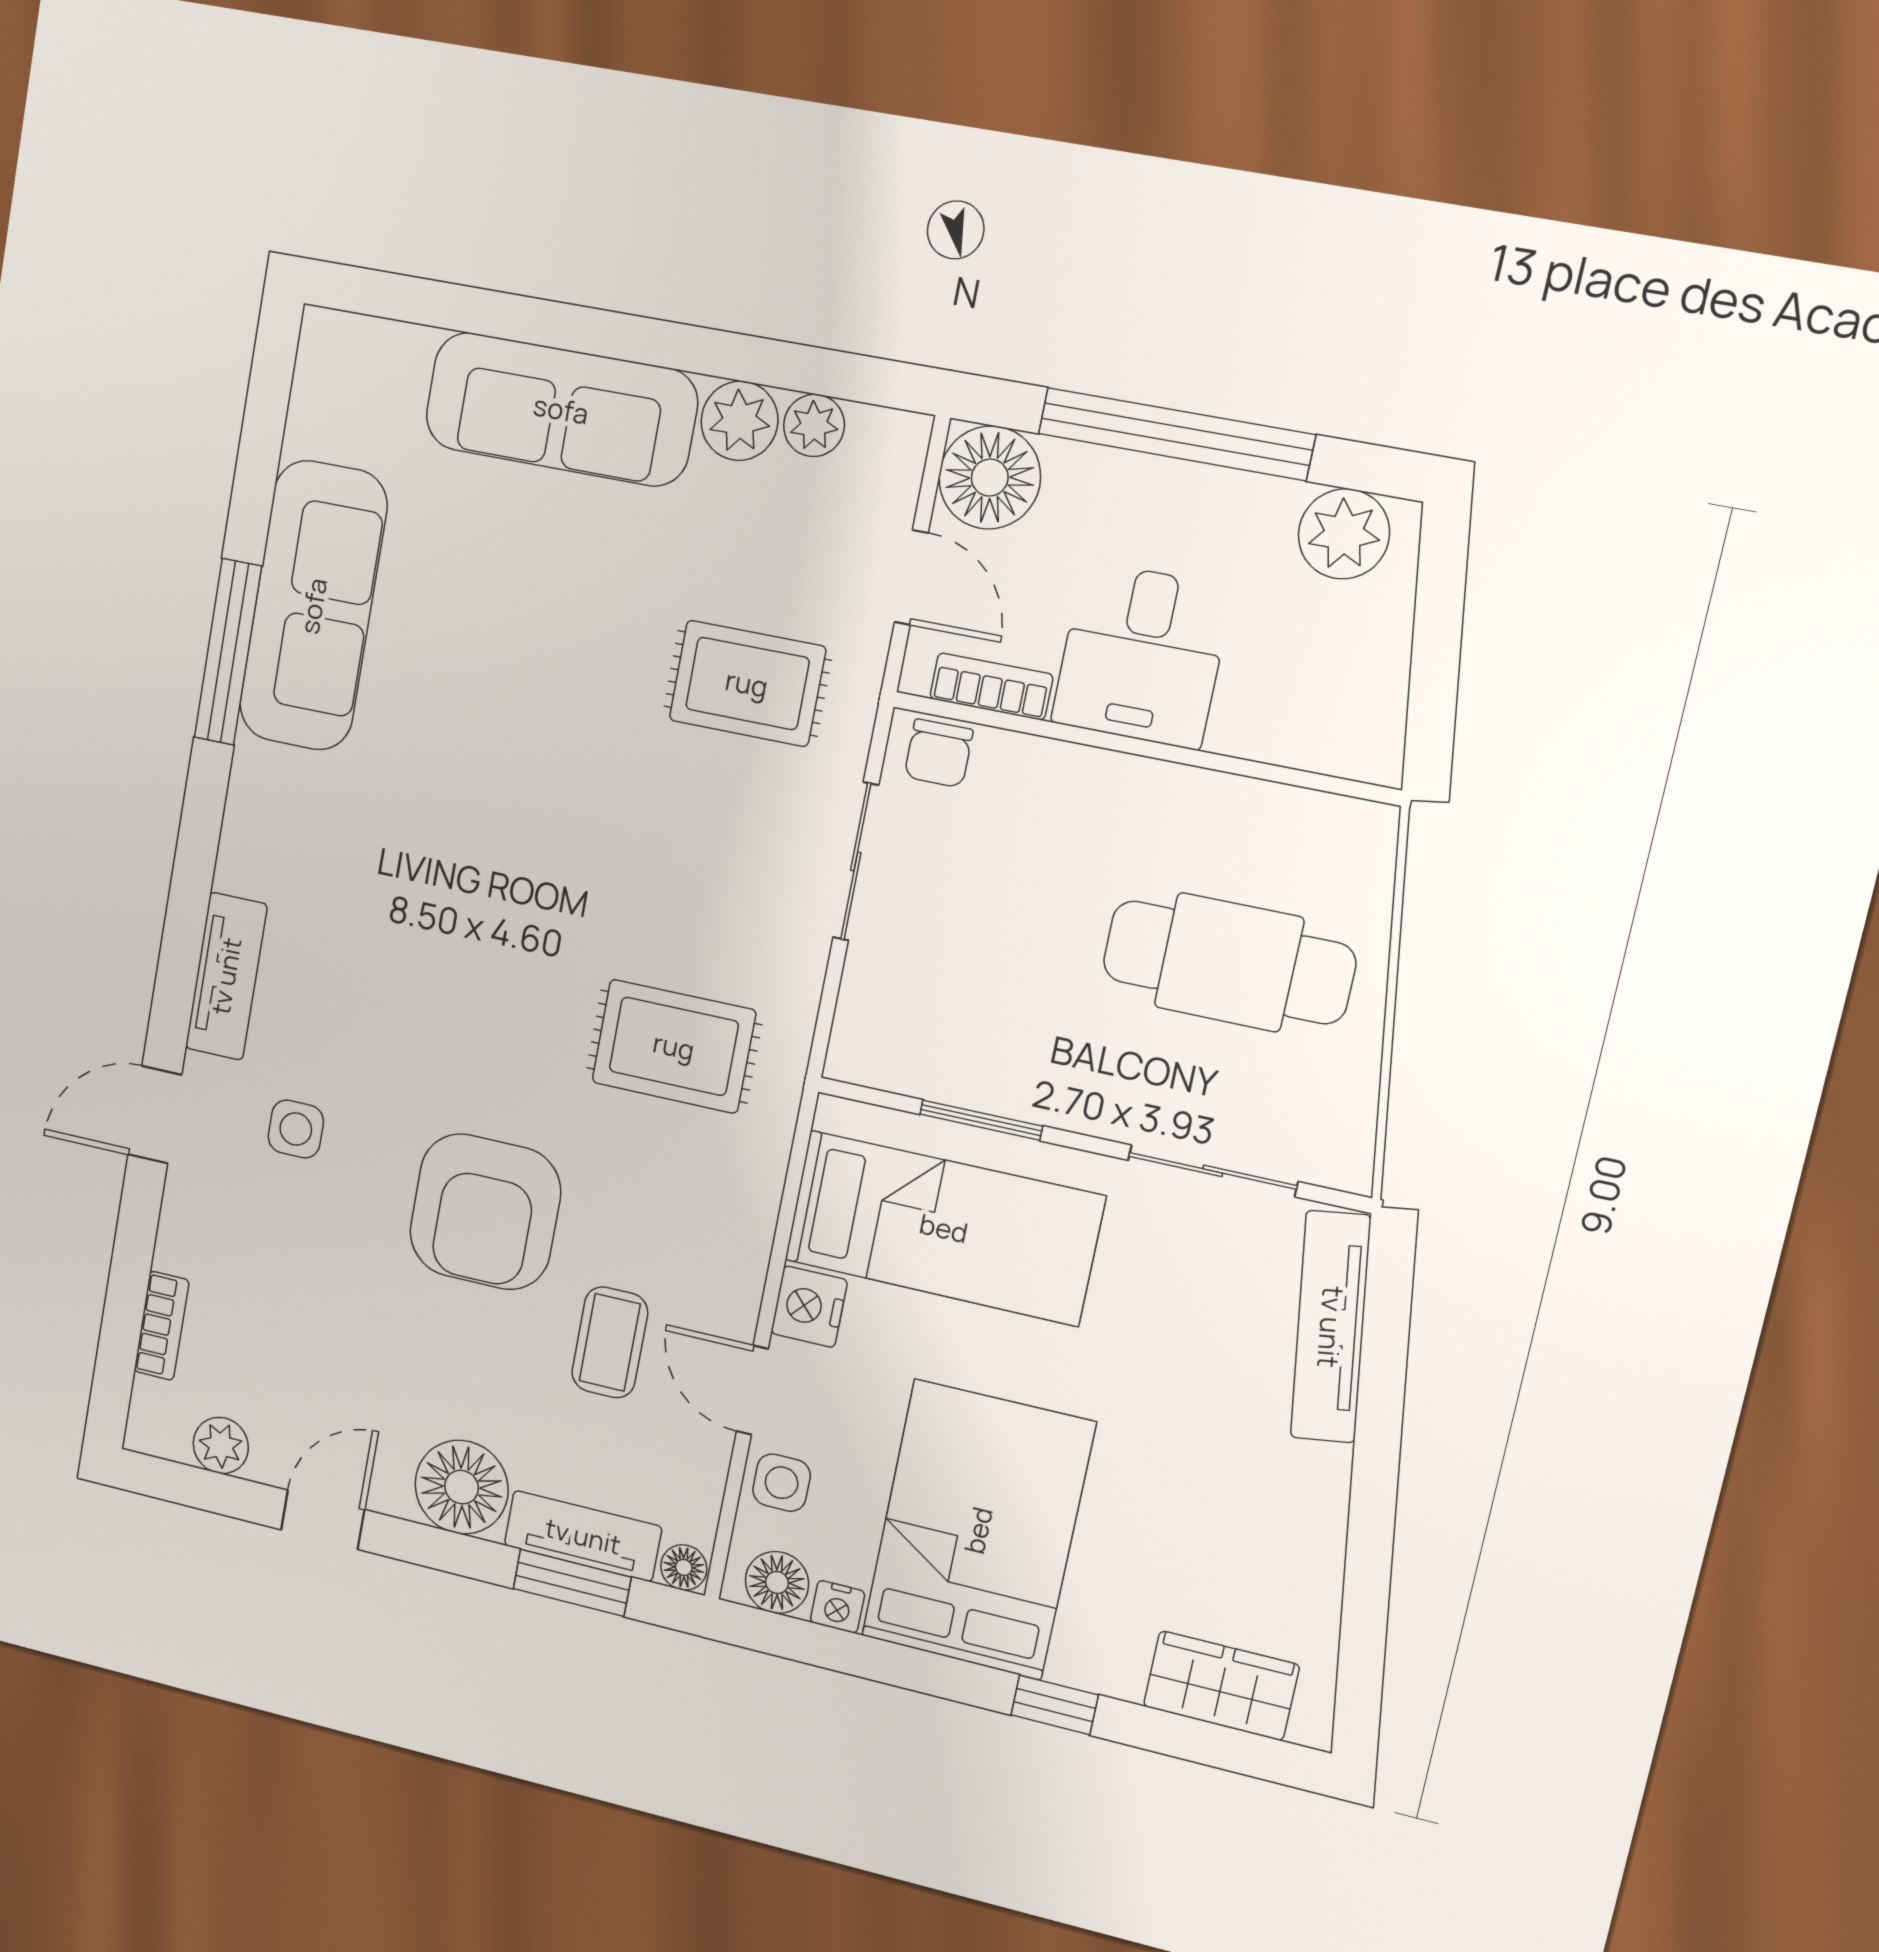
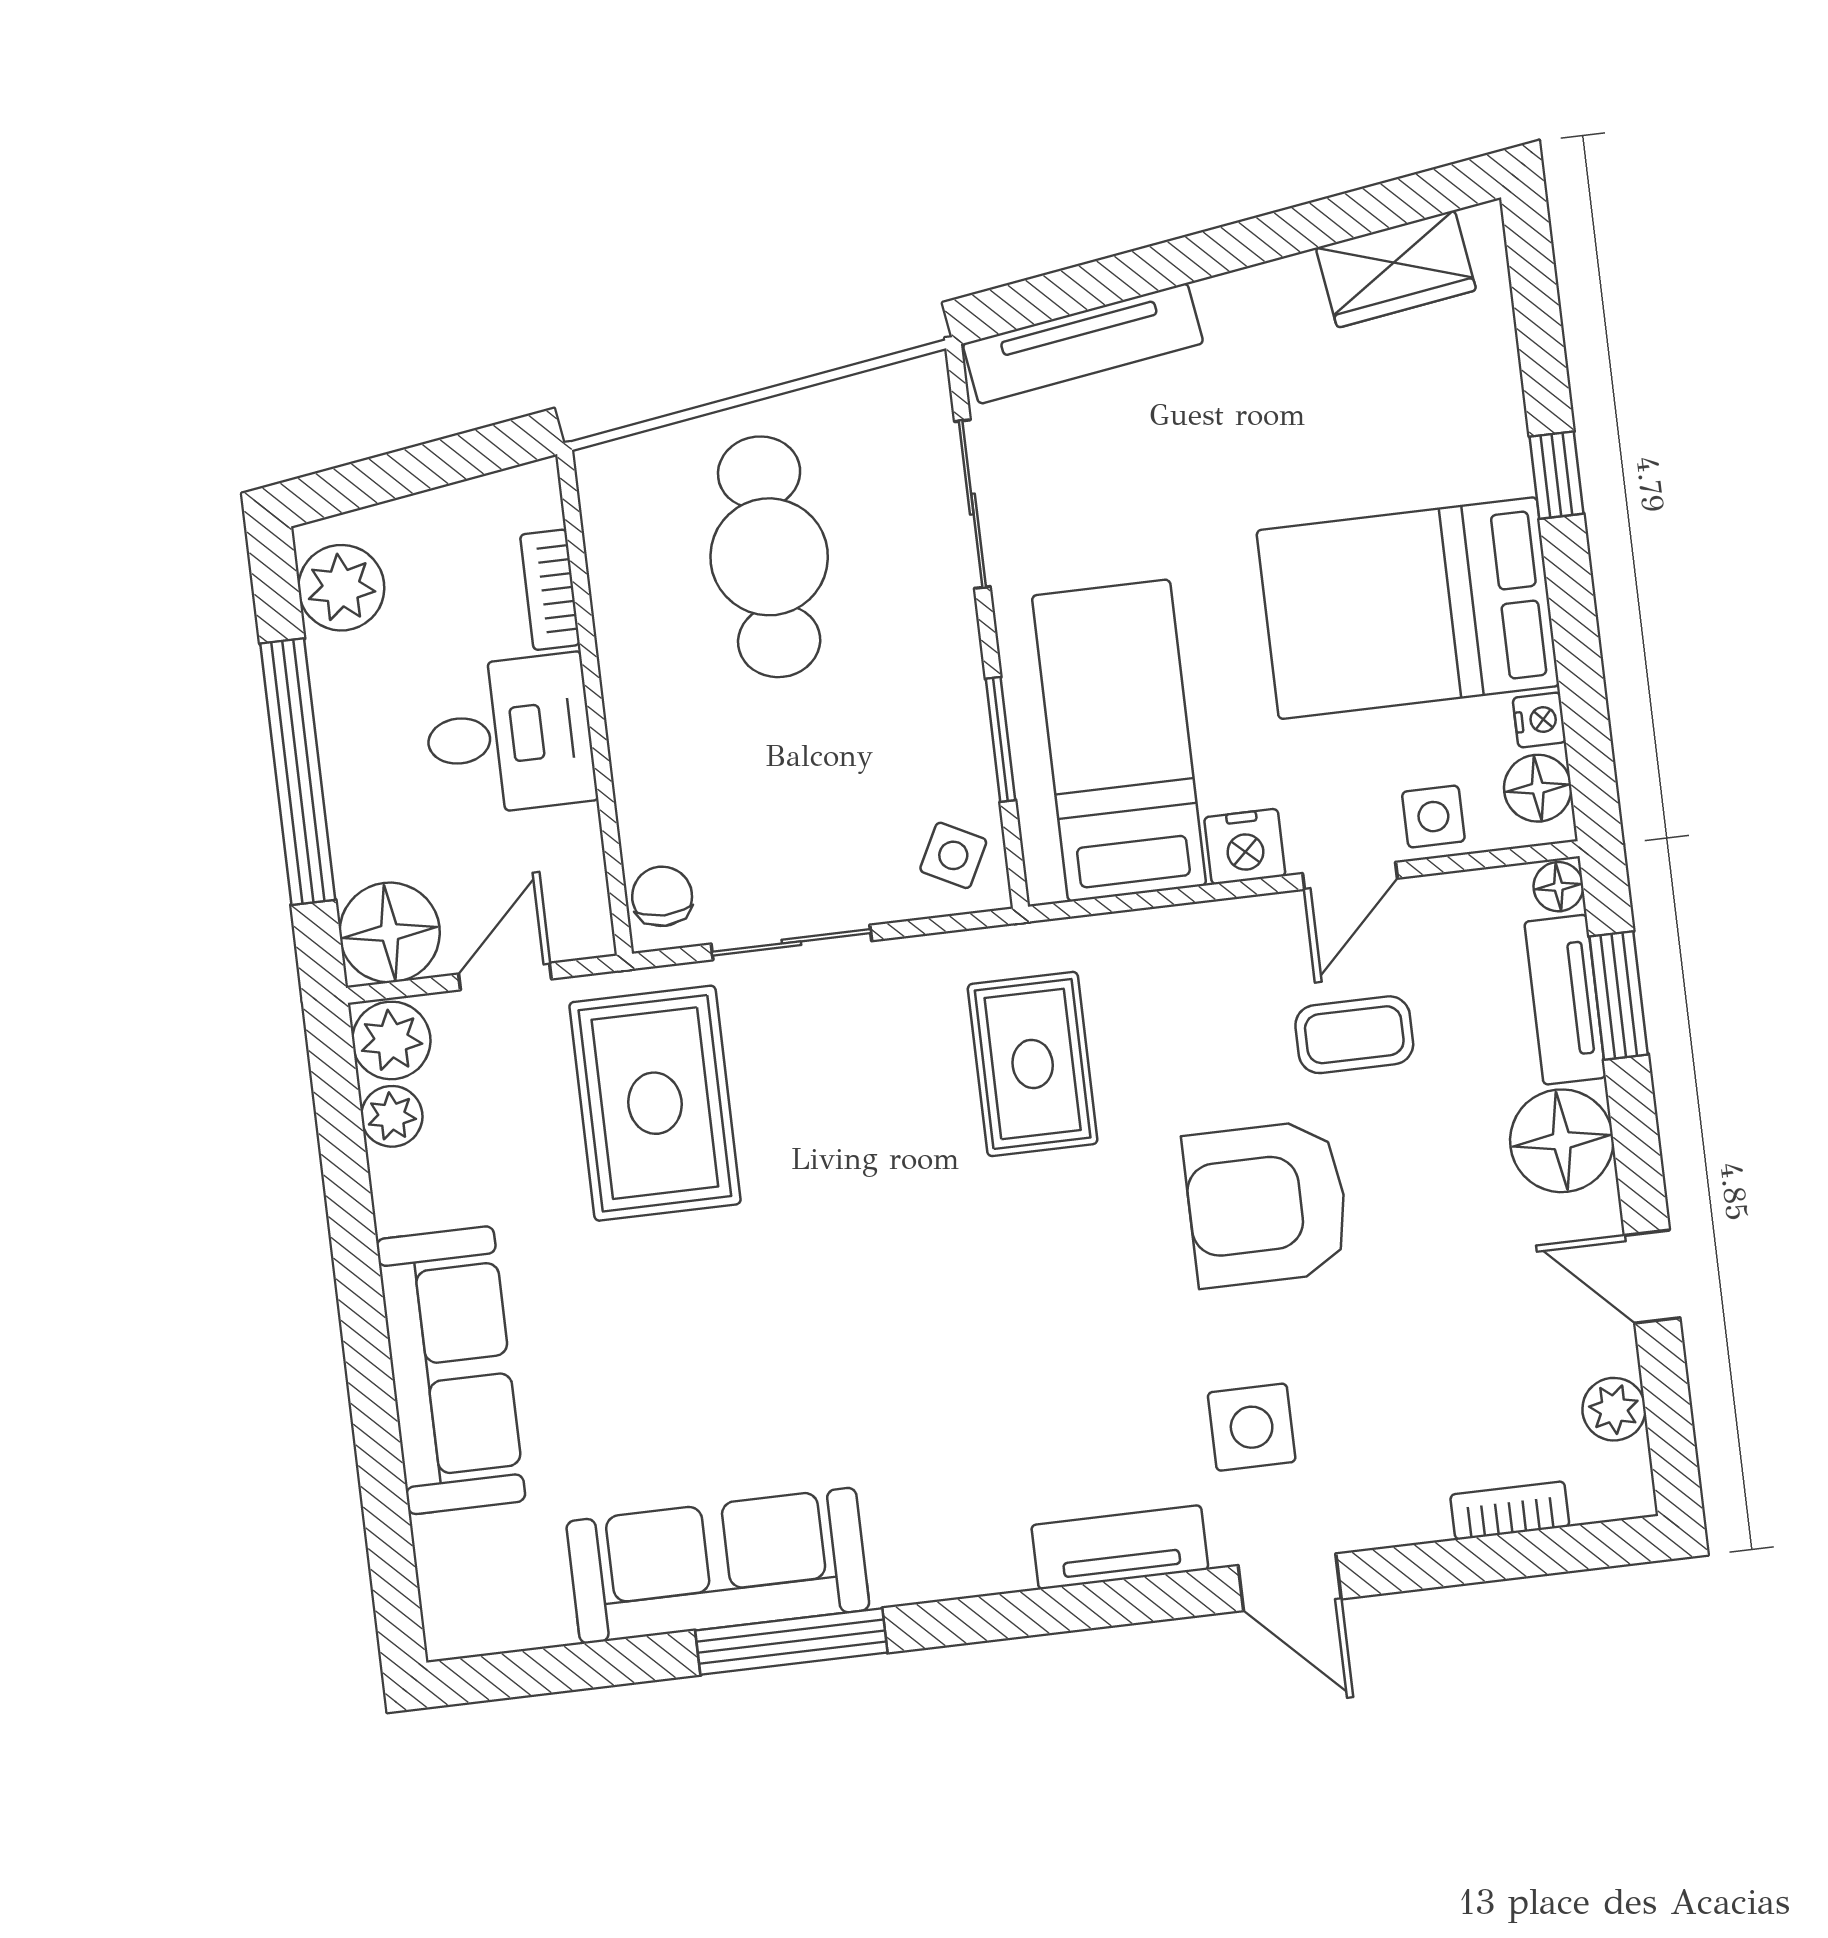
plant: (739, 421) -> (391, 1040), moved
rug: (747, 683) -> (655, 1103), width x1.36, depth x1.43
bookcase: (991, 686) -> (550, 590), moved
chair: (939, 753) -> (662, 896), turned -90
side table: (888, 1040) -> (953, 855), added
side table: (296, 1129) -> (1252, 1427), width x1.37, depth x1.37
armchair: (485, 1212) -> (1267, 1204), turned 180
wardrobe: (1221, 1686) -> (1396, 269), moved, turned -98

